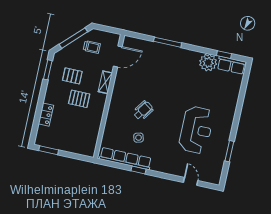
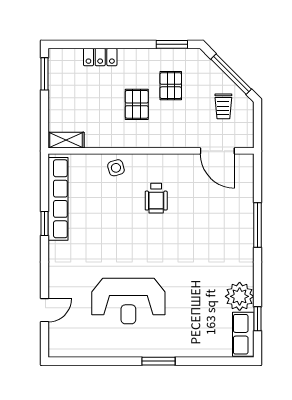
shelving: (105, 82) -> (66, 140), moved
wheelchair: (143, 111) -> (156, 198), moved, turned 55
side table: (139, 138) -> (116, 168), moved
window: (229, 151) -> (159, 361), moved

